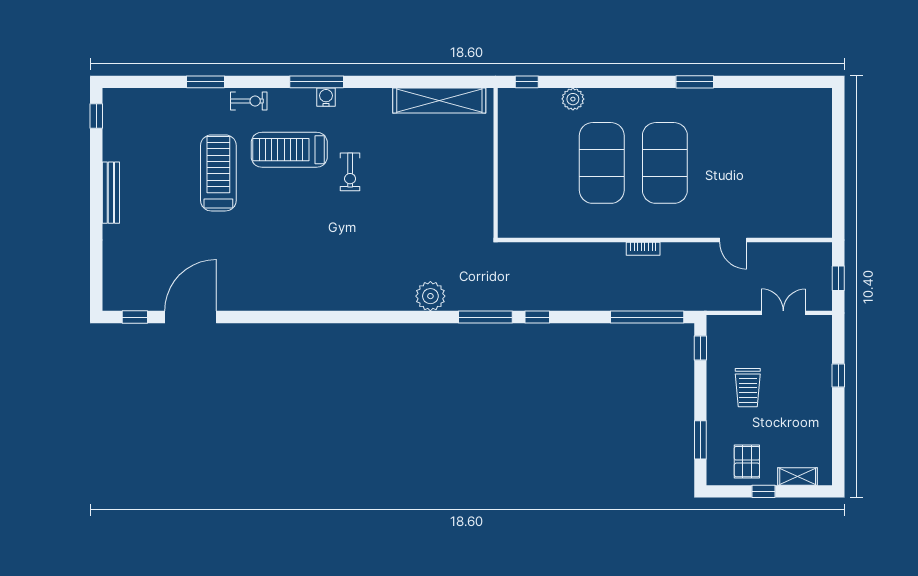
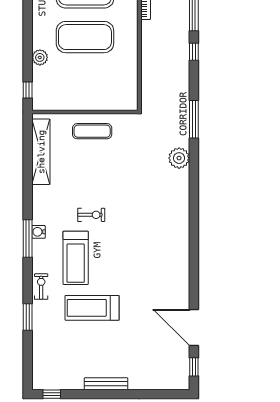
exercise mat: (468, 173) -> (92, 131), added
window: (537, 317) -> (194, 52), moved

